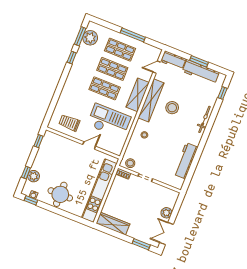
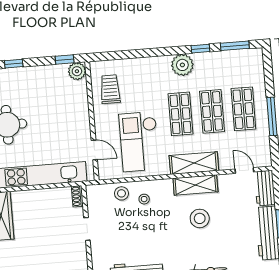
plant: (90, 38) -> (182, 65), moved
shelving: (151, 100) -> (195, 185), width x0.68
checkout: (109, 121) -> (139, 142), turned 180
door: (89, 145) -> (94, 150), moved
stool: (130, 163) -> (121, 193), moved
plant: (33, 176) -> (77, 71), moved

